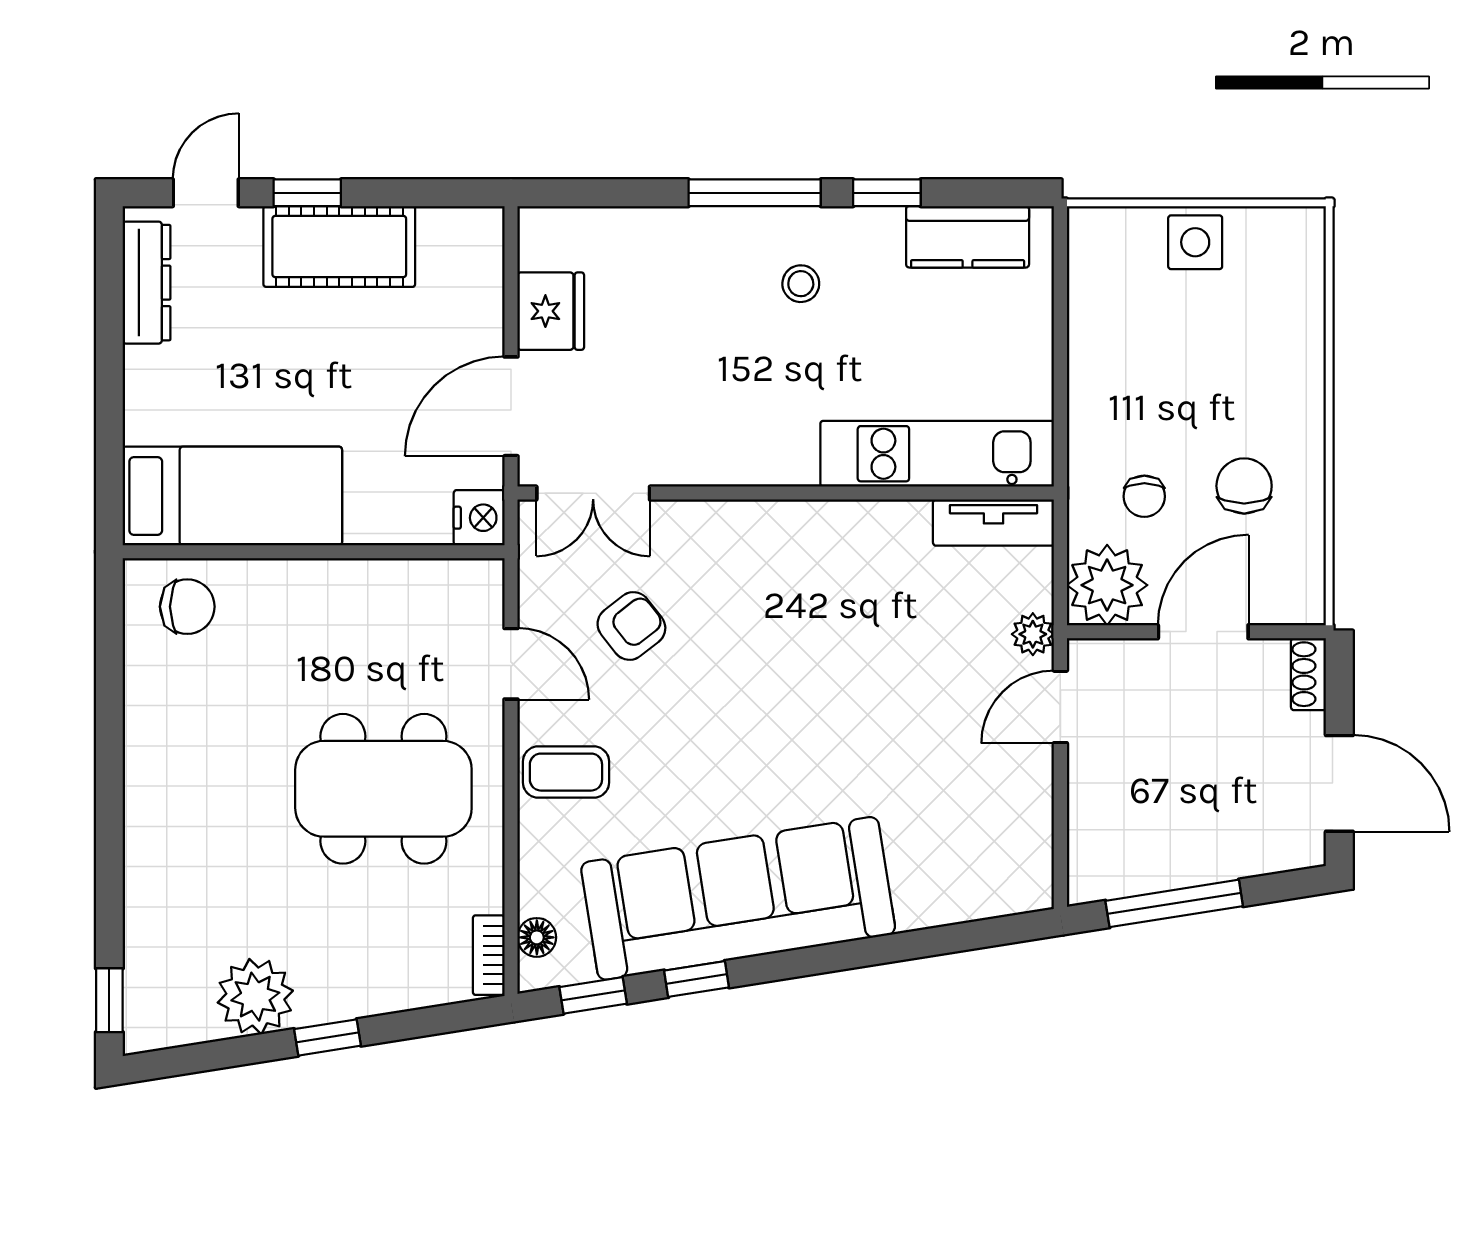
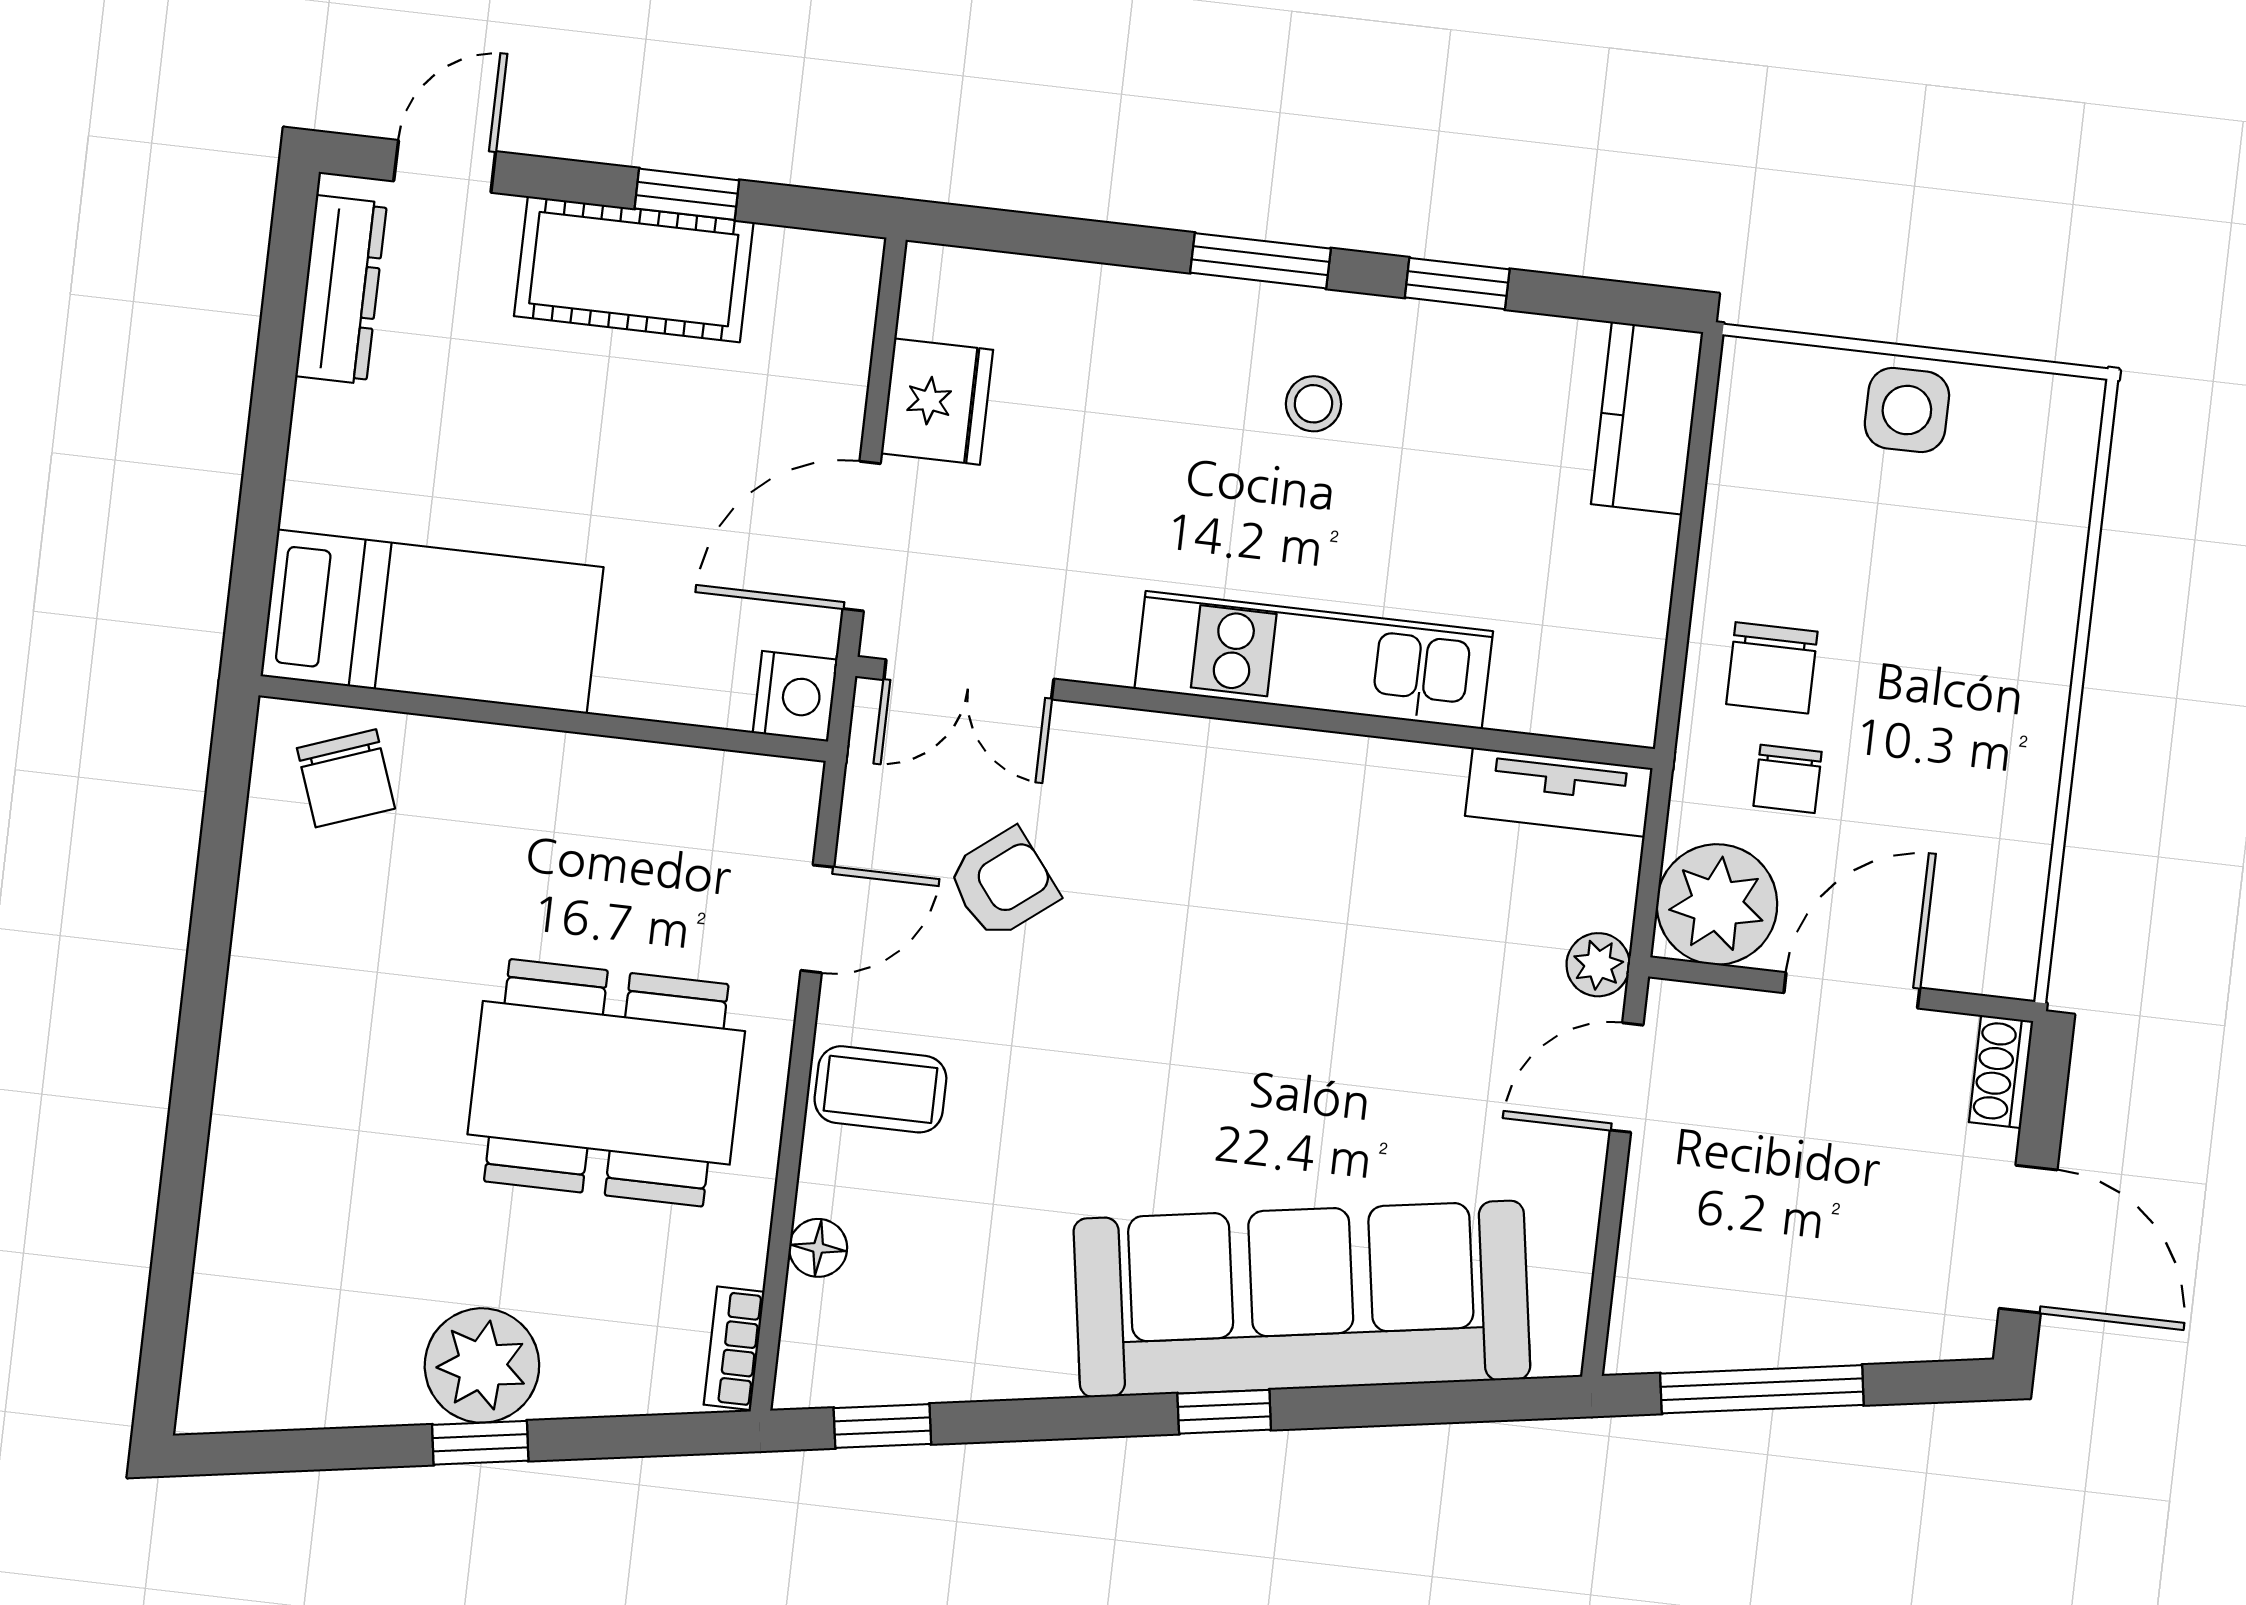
window: (307, 193) -> (687, 194), moved
window: (755, 193) -> (1260, 261), width x0.69
kitchen counter: (968, 237) -> (1647, 418), moved, turned 90
kitchen unit: (937, 454) -> (1314, 660), moved
chair: (1244, 486) -> (1772, 668), moved, turned 180
chair: (187, 607) -> (346, 778), turned 70
door: (511, 664) -> (817, 919), hinge flipped
sofa: (738, 898) -> (1302, 1299), moved
floor lamp: (537, 937) -> (818, 1248), moved
window: (697, 979) -> (1224, 1412), moved
plant: (255, 997) -> (482, 1365), moved
window: (109, 1000) -> (162, 1350), removed

